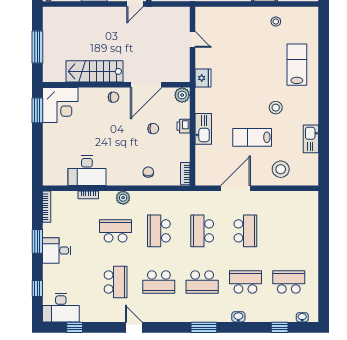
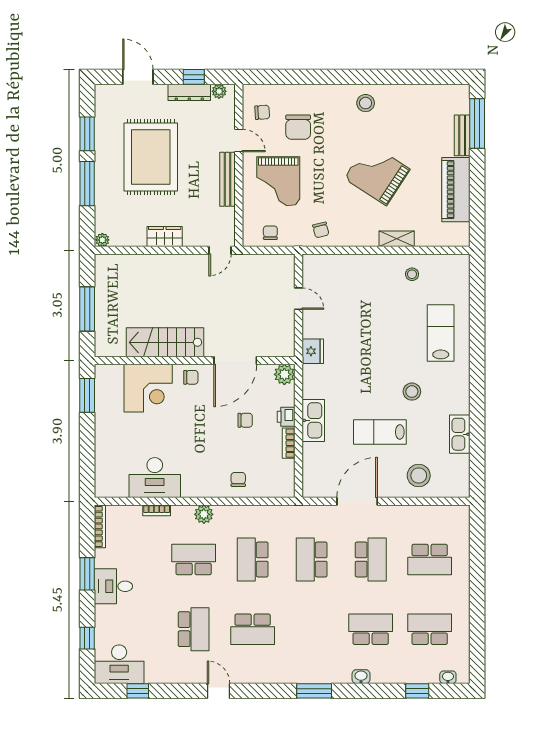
corner desk: (60, 105) -> (148, 388), moved
bookcase: (185, 174) -> (289, 443), moved
school desk: (202, 282) -> (430, 560), moved

